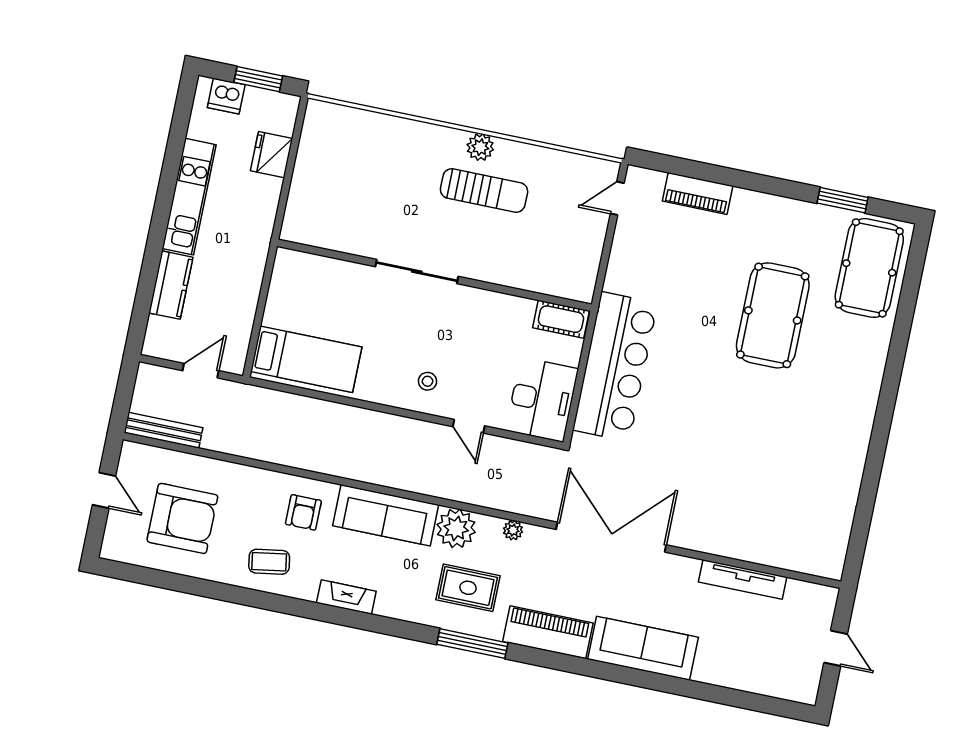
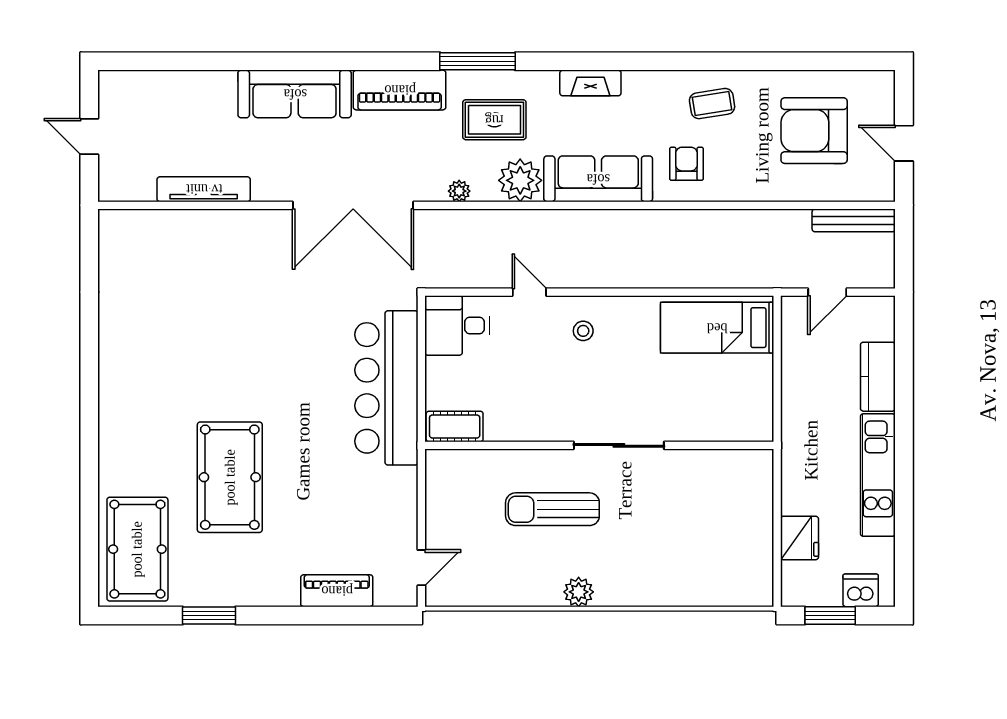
sun lounger: (484, 190) -> (552, 509), moved
window: (843, 200) -> (209, 615), moved
desk: (542, 400) -> (457, 325), width x0.73
fireplace: (346, 597) -> (590, 83), moved

